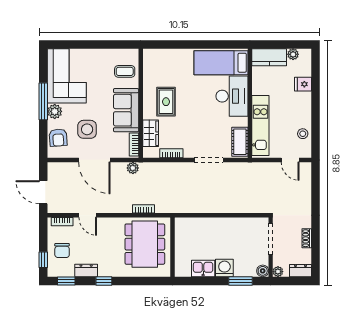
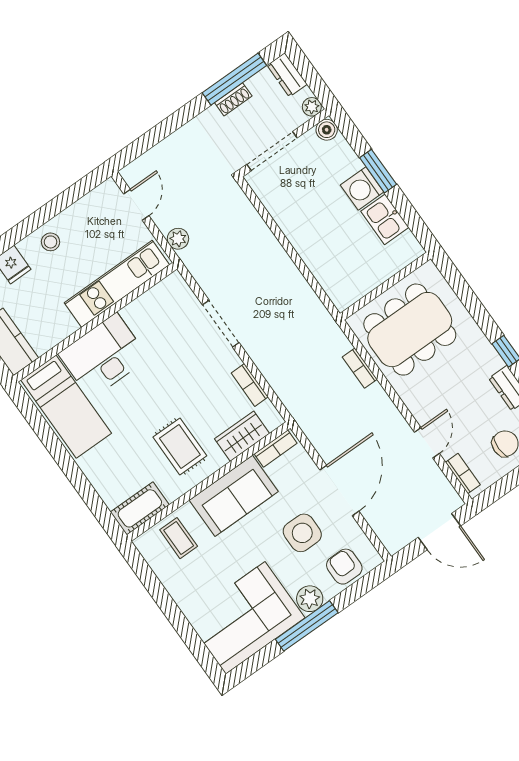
rug: (166, 102) -> (180, 446), turned 90
stool: (303, 134) -> (51, 242), moved
armchair: (58, 138) -> (344, 567), turned -86
cot: (240, 142) -> (140, 508), moved
plant: (133, 168) -> (178, 239), moved
door: (43, 192) -> (439, 532), hinge flipped
window: (316, 245) -> (234, 79), added
window: (241, 281) -> (378, 171), moved

